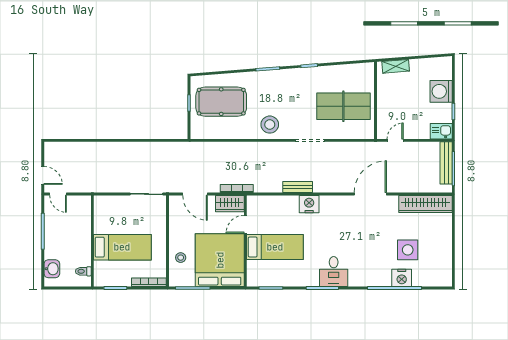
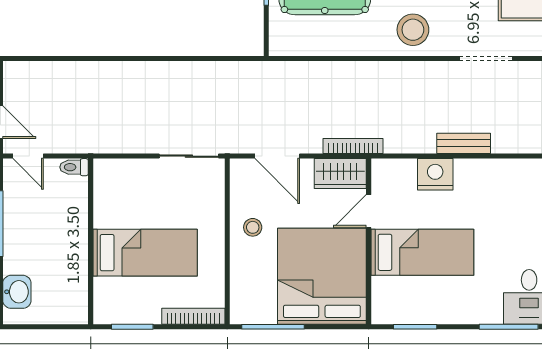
nightstand: (309, 204) -> (435, 174), moved
stool: (181, 258) -> (253, 227), moved
toilet: (83, 271) -> (74, 167), moved

